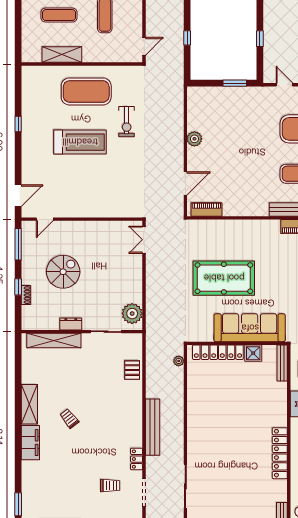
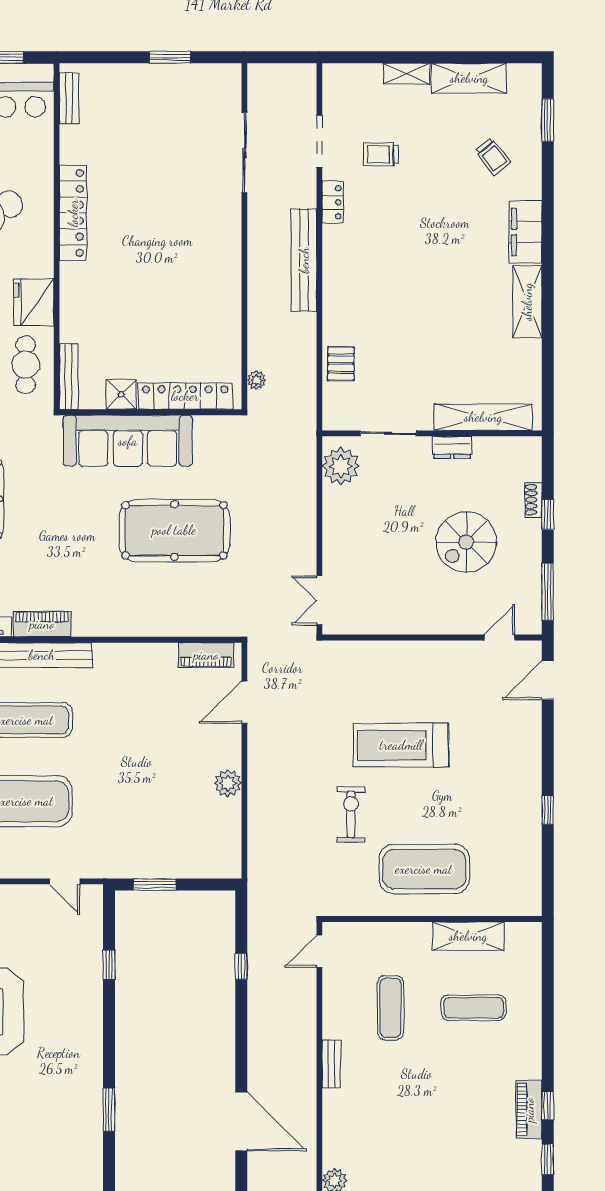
treadmill: (80, 142) -> (401, 745), moved
double door: (144, 240) -> (319, 600), swing flipped
trolley: (69, 419) -> (493, 157), moved

